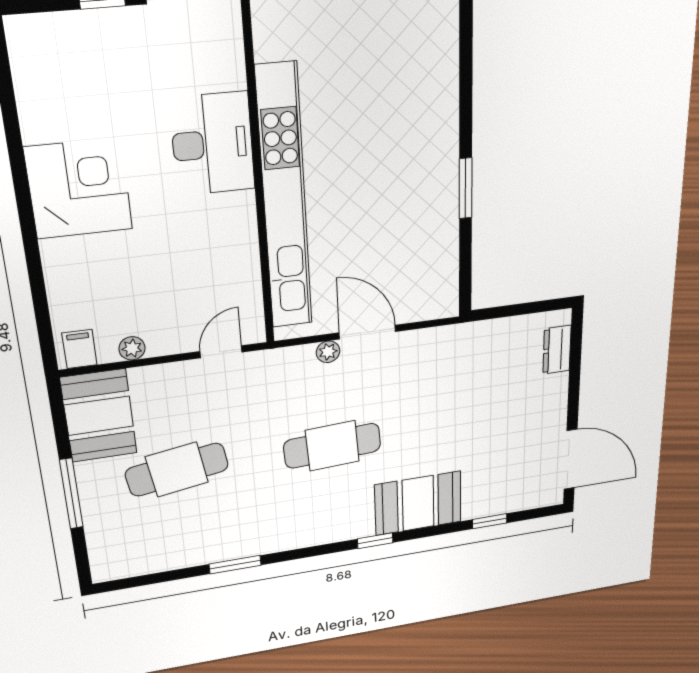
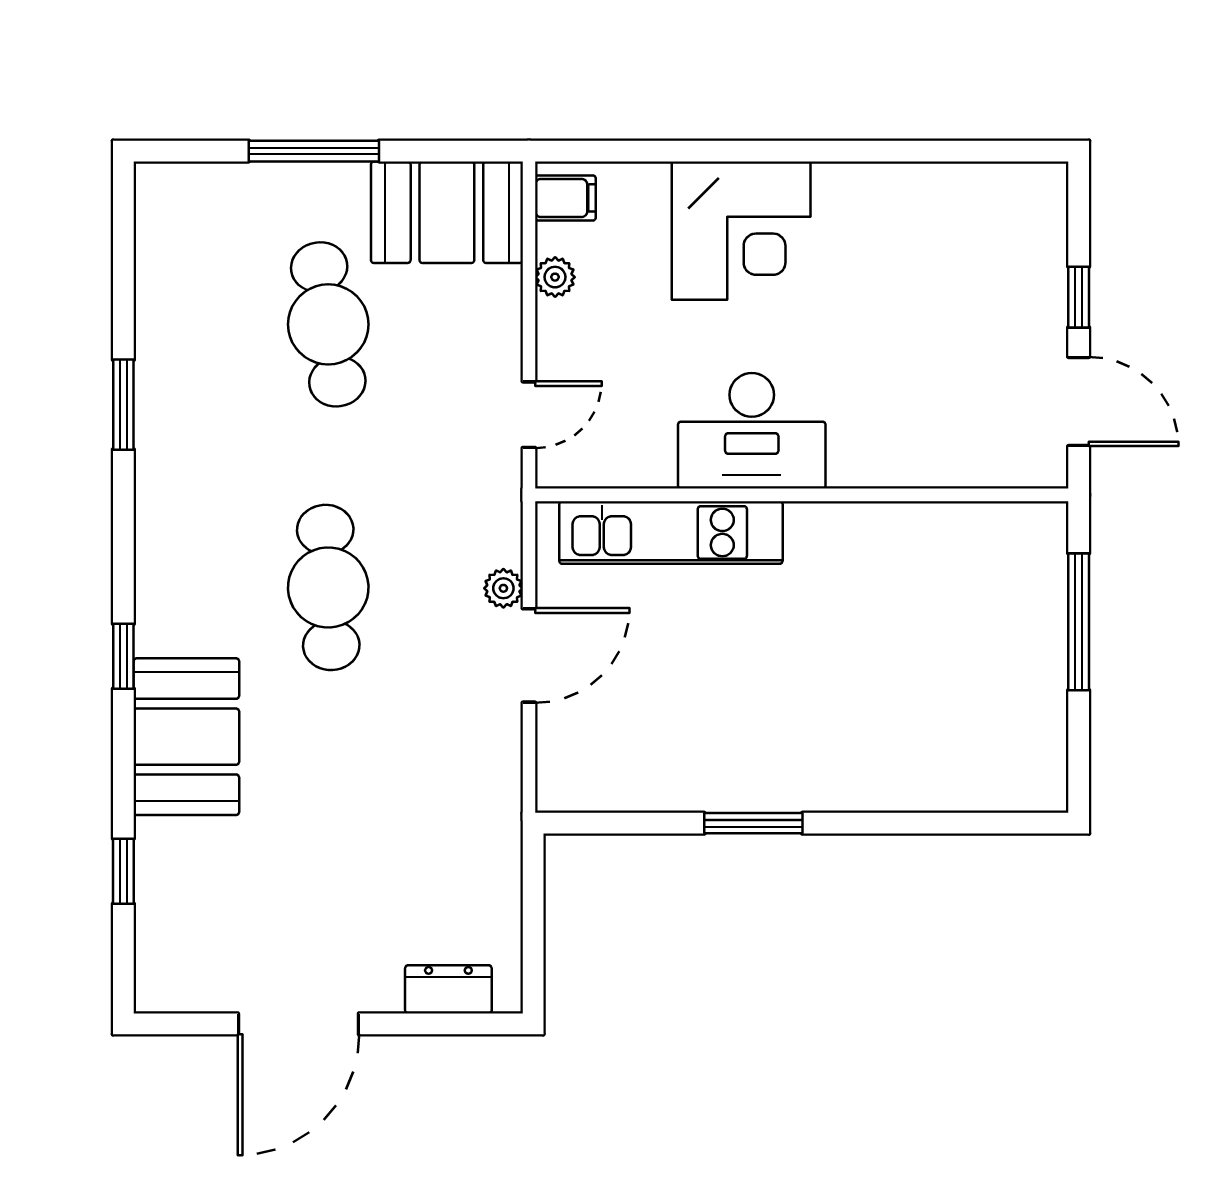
desk: (212, 144) -> (752, 431), moved
corner desk: (79, 189) -> (741, 231), moved
kitchen unit: (284, 200) -> (671, 532), width x0.54
door: (221, 352) -> (529, 415), hinge flipped
door: (571, 459) -> (298, 1024), moved

